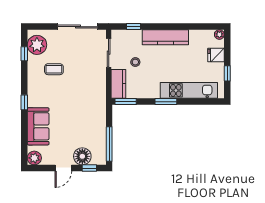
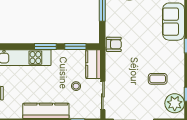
window: (126, 102) -> (75, 46), moved
armchair: (98, 104) -> (114, 44), added

